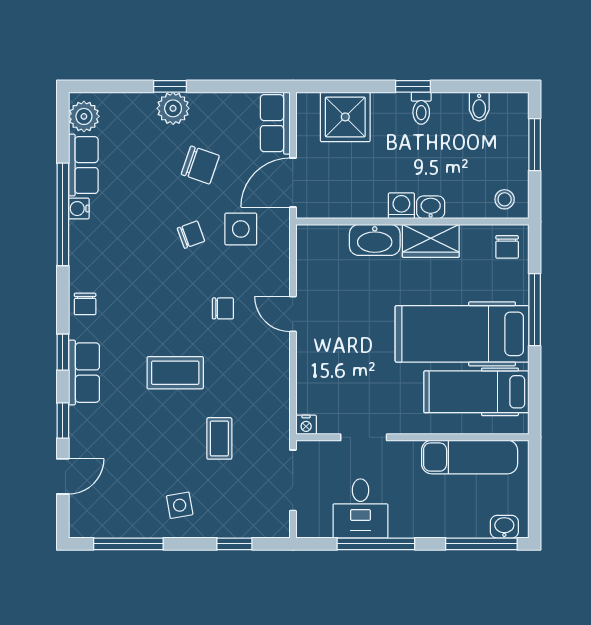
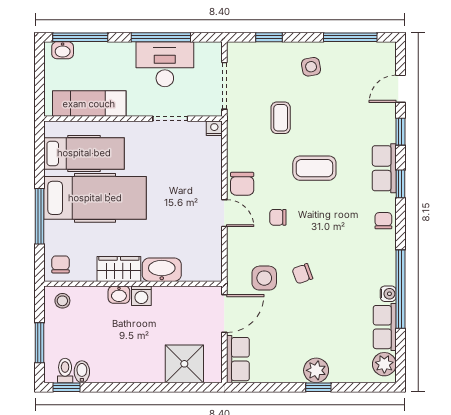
window: (413, 86) -> (66, 387), moved
toilet: (421, 108) -> (65, 371), moved
chair: (200, 165) -> (242, 184), moved, turned -109
desk: (360, 508) -> (165, 64), width x1.37

